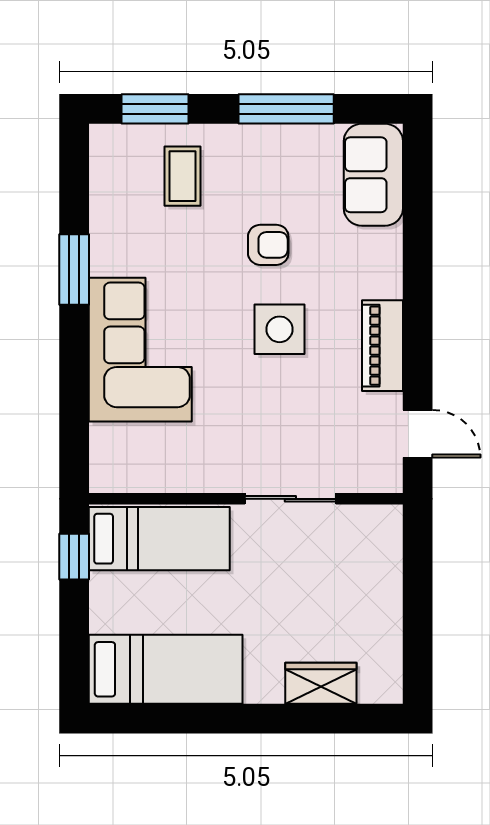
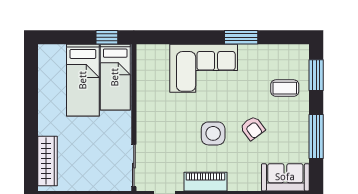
armchair: (268, 245) -> (253, 128), turned -36
sliding door: (290, 499) -> (134, 166), moved
bed: (166, 669) -> (83, 80), moved
wardrobe: (321, 683) -> (48, 161), width x1.50

